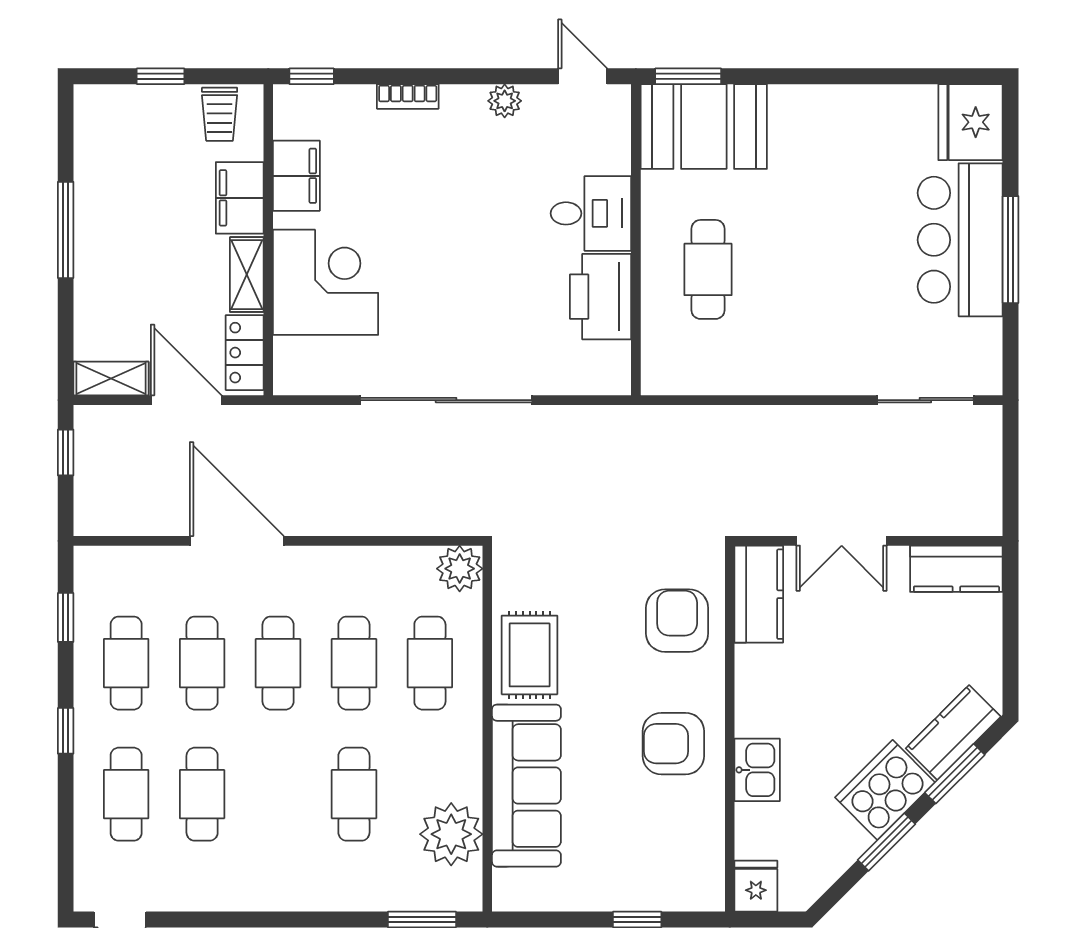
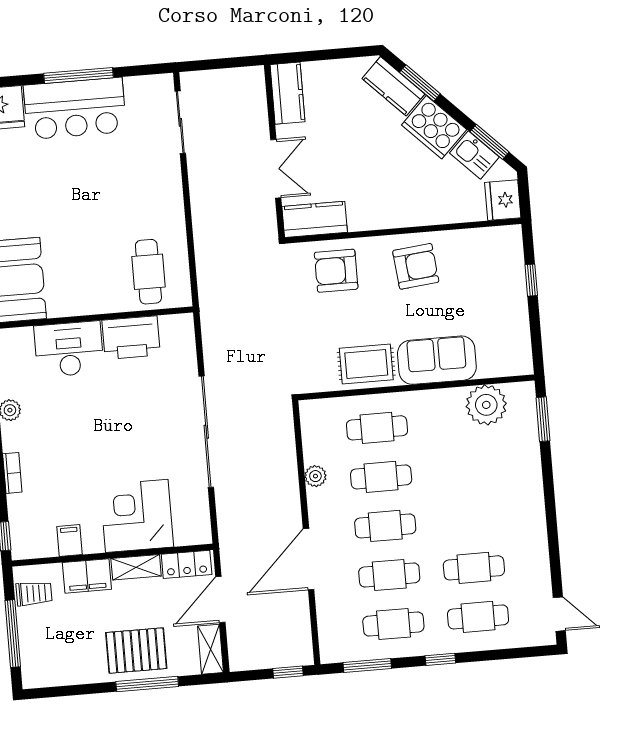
window: (161, 76) -> (13, 634), width x2.17
filing cabinet: (296, 176) -> (70, 541), width x0.50
desk: (591, 213) -> (69, 349), width x1.37
window: (66, 230) -> (147, 684), moved
pallet: (119, 264) -> (136, 651), added
cafe table: (708, 269) -> (148, 272), moved, turned 90
window: (66, 453) -> (288, 672), moved
plant: (460, 569) -> (315, 476), moved, width x0.73, depth x0.73
window: (66, 617) -> (367, 666), width x1.50
armchair: (673, 744) -> (416, 266), turned -96
kitchen sink: (757, 770) -> (474, 155), moved, turned -135
sofa: (526, 786) -> (437, 360), width x0.73
cafe table: (354, 794) -> (466, 470), removed
window: (886, 842) -> (489, 142), moved
fridge: (756, 886) -> (503, 200), width x1.38

